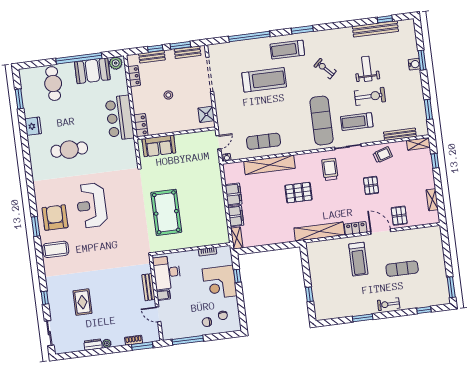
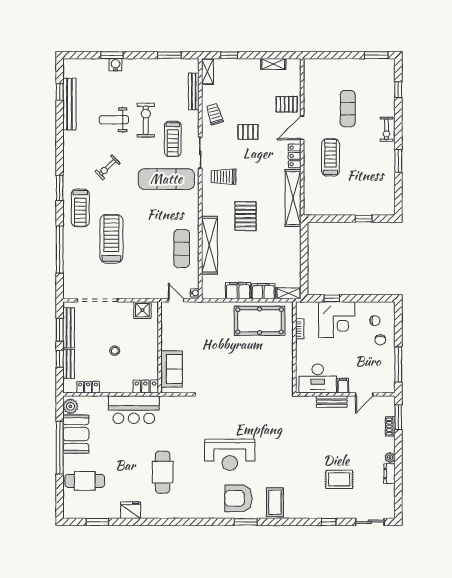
bench: (188, 52) -> (69, 328), width x1.36
pool table: (166, 212) -> (260, 321), moved
treadmill: (358, 259) -> (330, 157), turned -90

